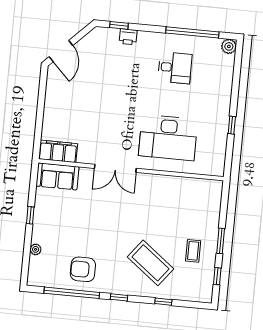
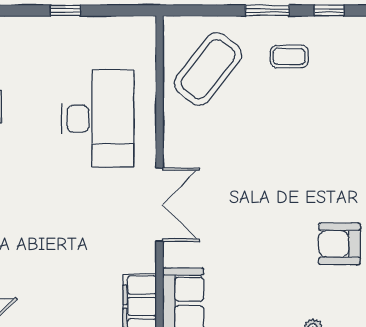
coffee table: (151, 263) -> (208, 69), moved
armchair: (83, 269) -> (339, 244), turned 90

